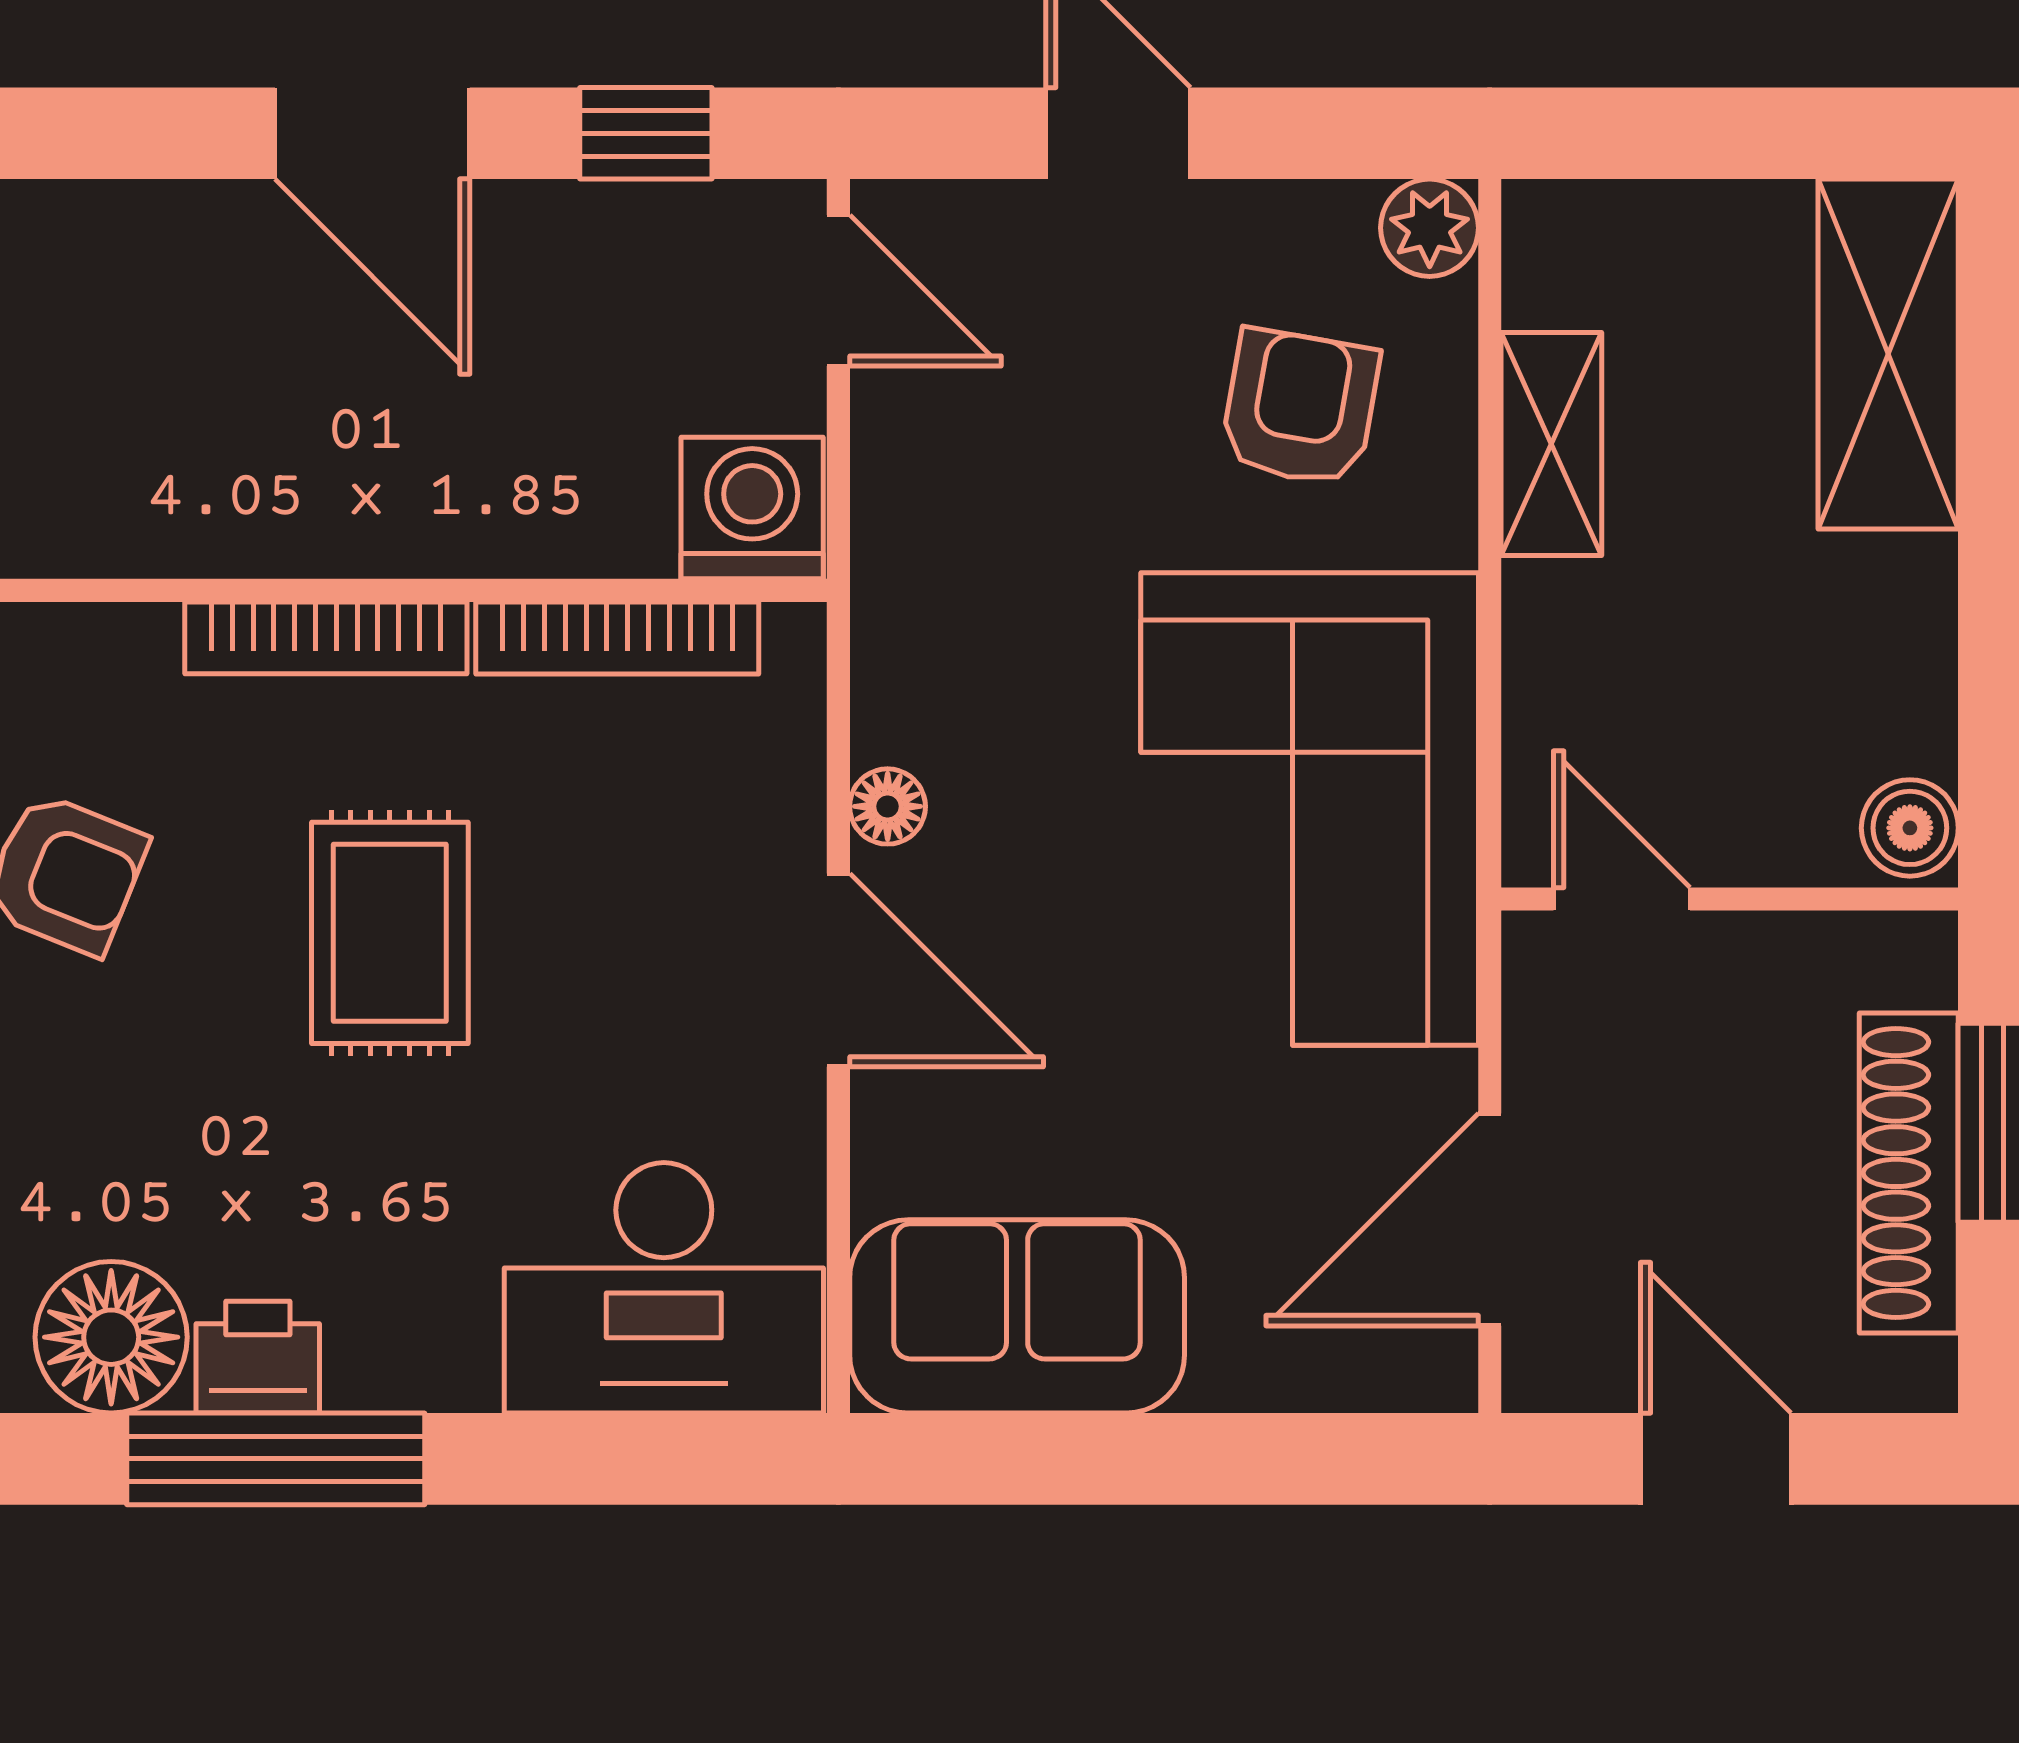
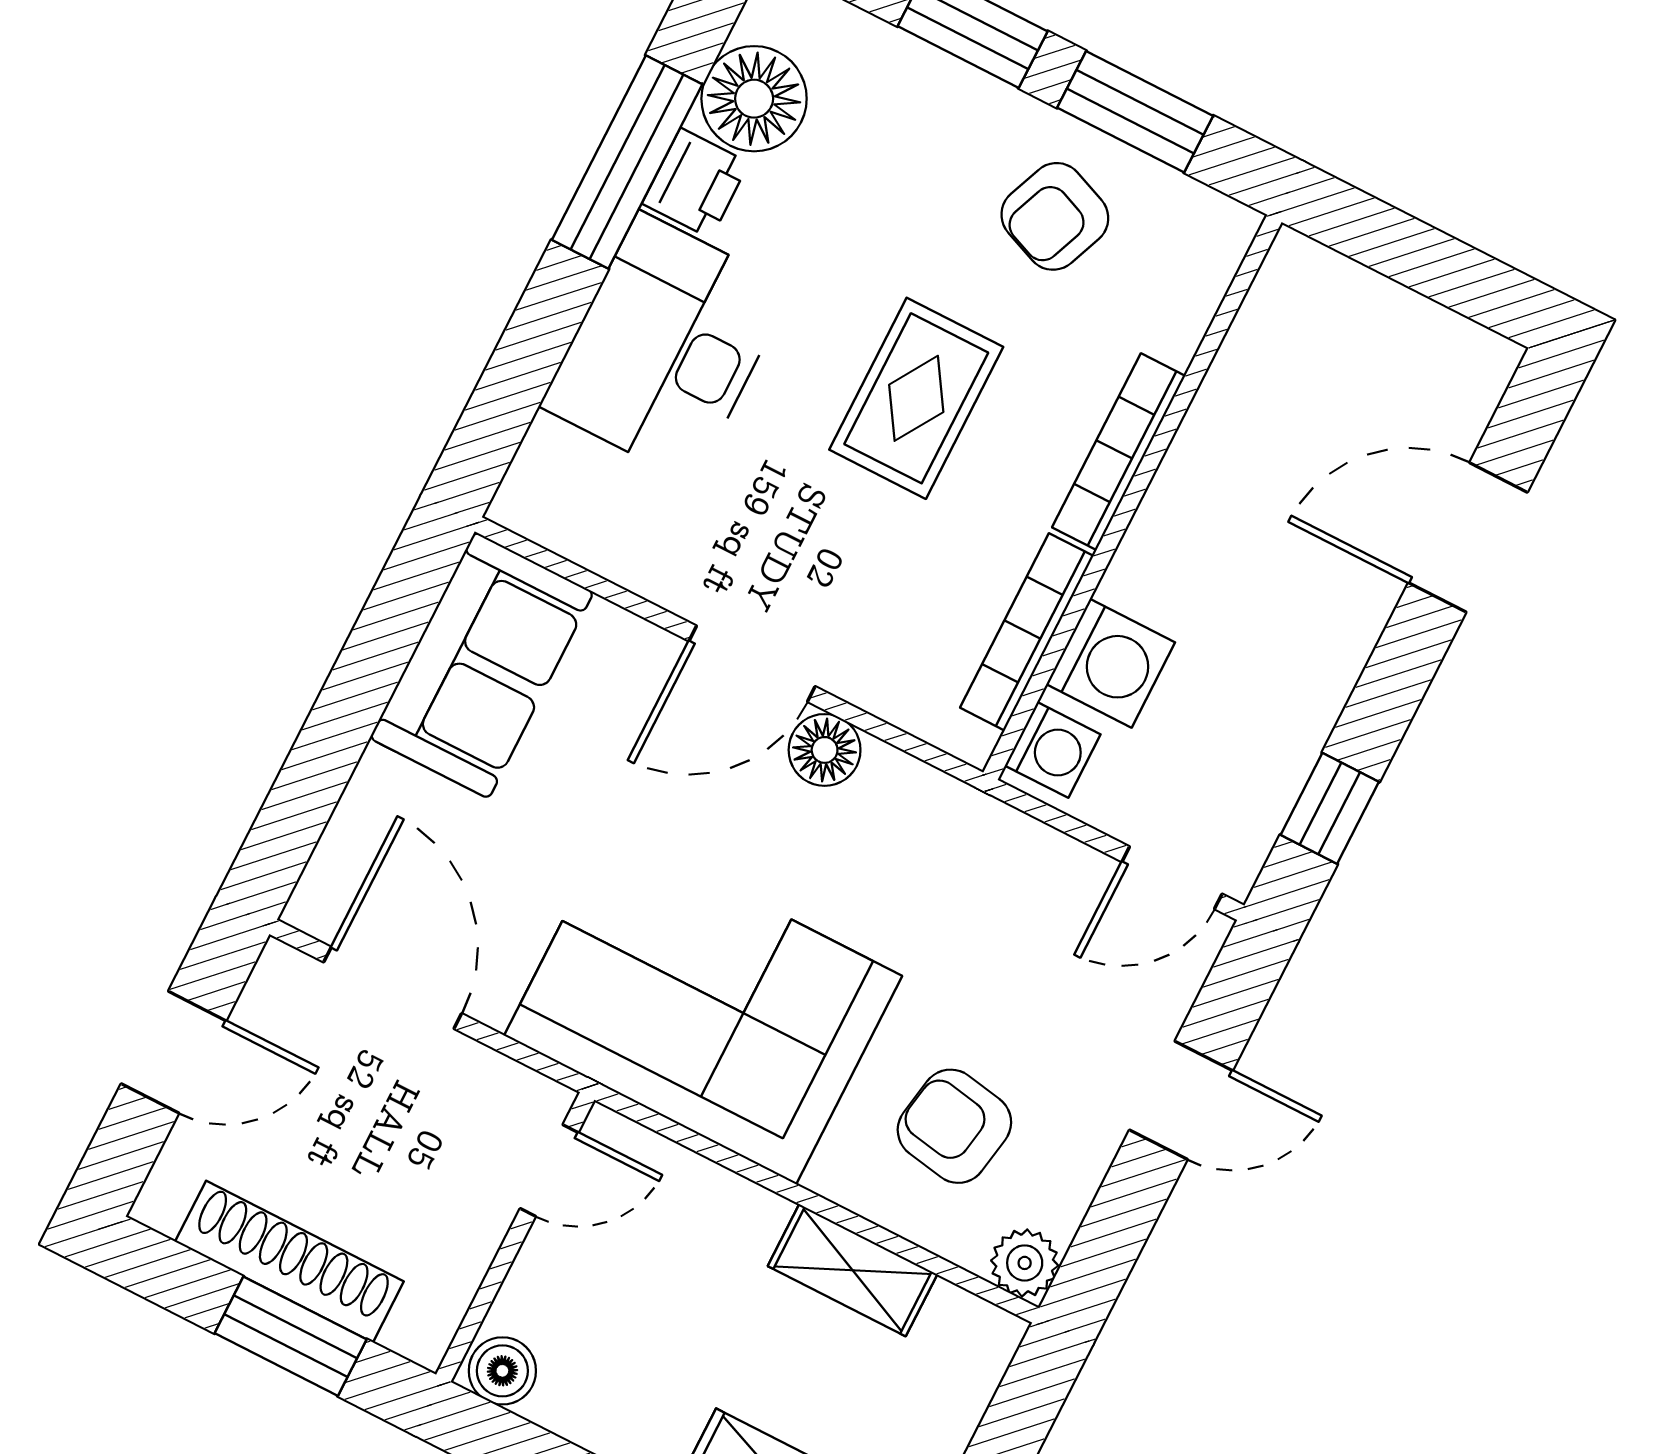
door: (372, 133) -> (1468, 537), moved
armchair: (1300, 407) -> (954, 1126), turned 180
washing machine: (752, 508) -> (1053, 750), width x0.73, depth x0.73
washing machine: (603, 510) -> (1111, 663), added
floor lamp: (888, 806) -> (825, 750), width x1.37, depth x1.37
rug: (390, 933) -> (916, 398), turned 90
desk: (664, 1288) -> (666, 347), moved

